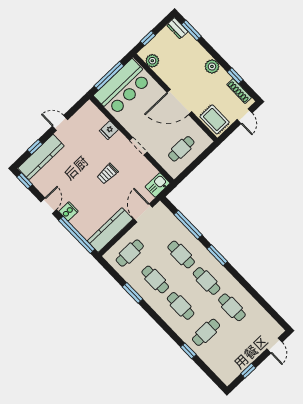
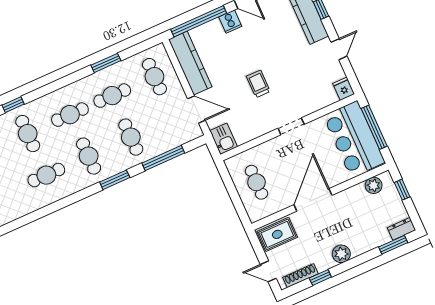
fridge: (109, 130) -> (344, 89), moved
doorway: (138, 146) -> (291, 126), moved
cafe table: (181, 255) -> (131, 137), turned 90
cafe table: (207, 281) -> (89, 156), turned 90

